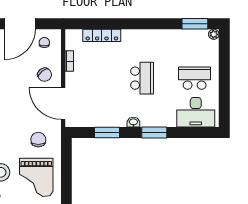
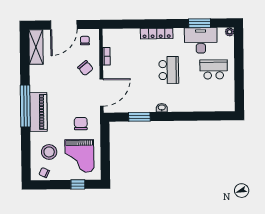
window: (195, 24) -> (200, 23), moved
locker: (102, 35) -> (157, 34), moved
door: (63, 104) -> (102, 93), swing flipped
desk: (196, 112) -> (201, 40), moved, turned 180
window: (154, 133) -> (180, 116), removed

